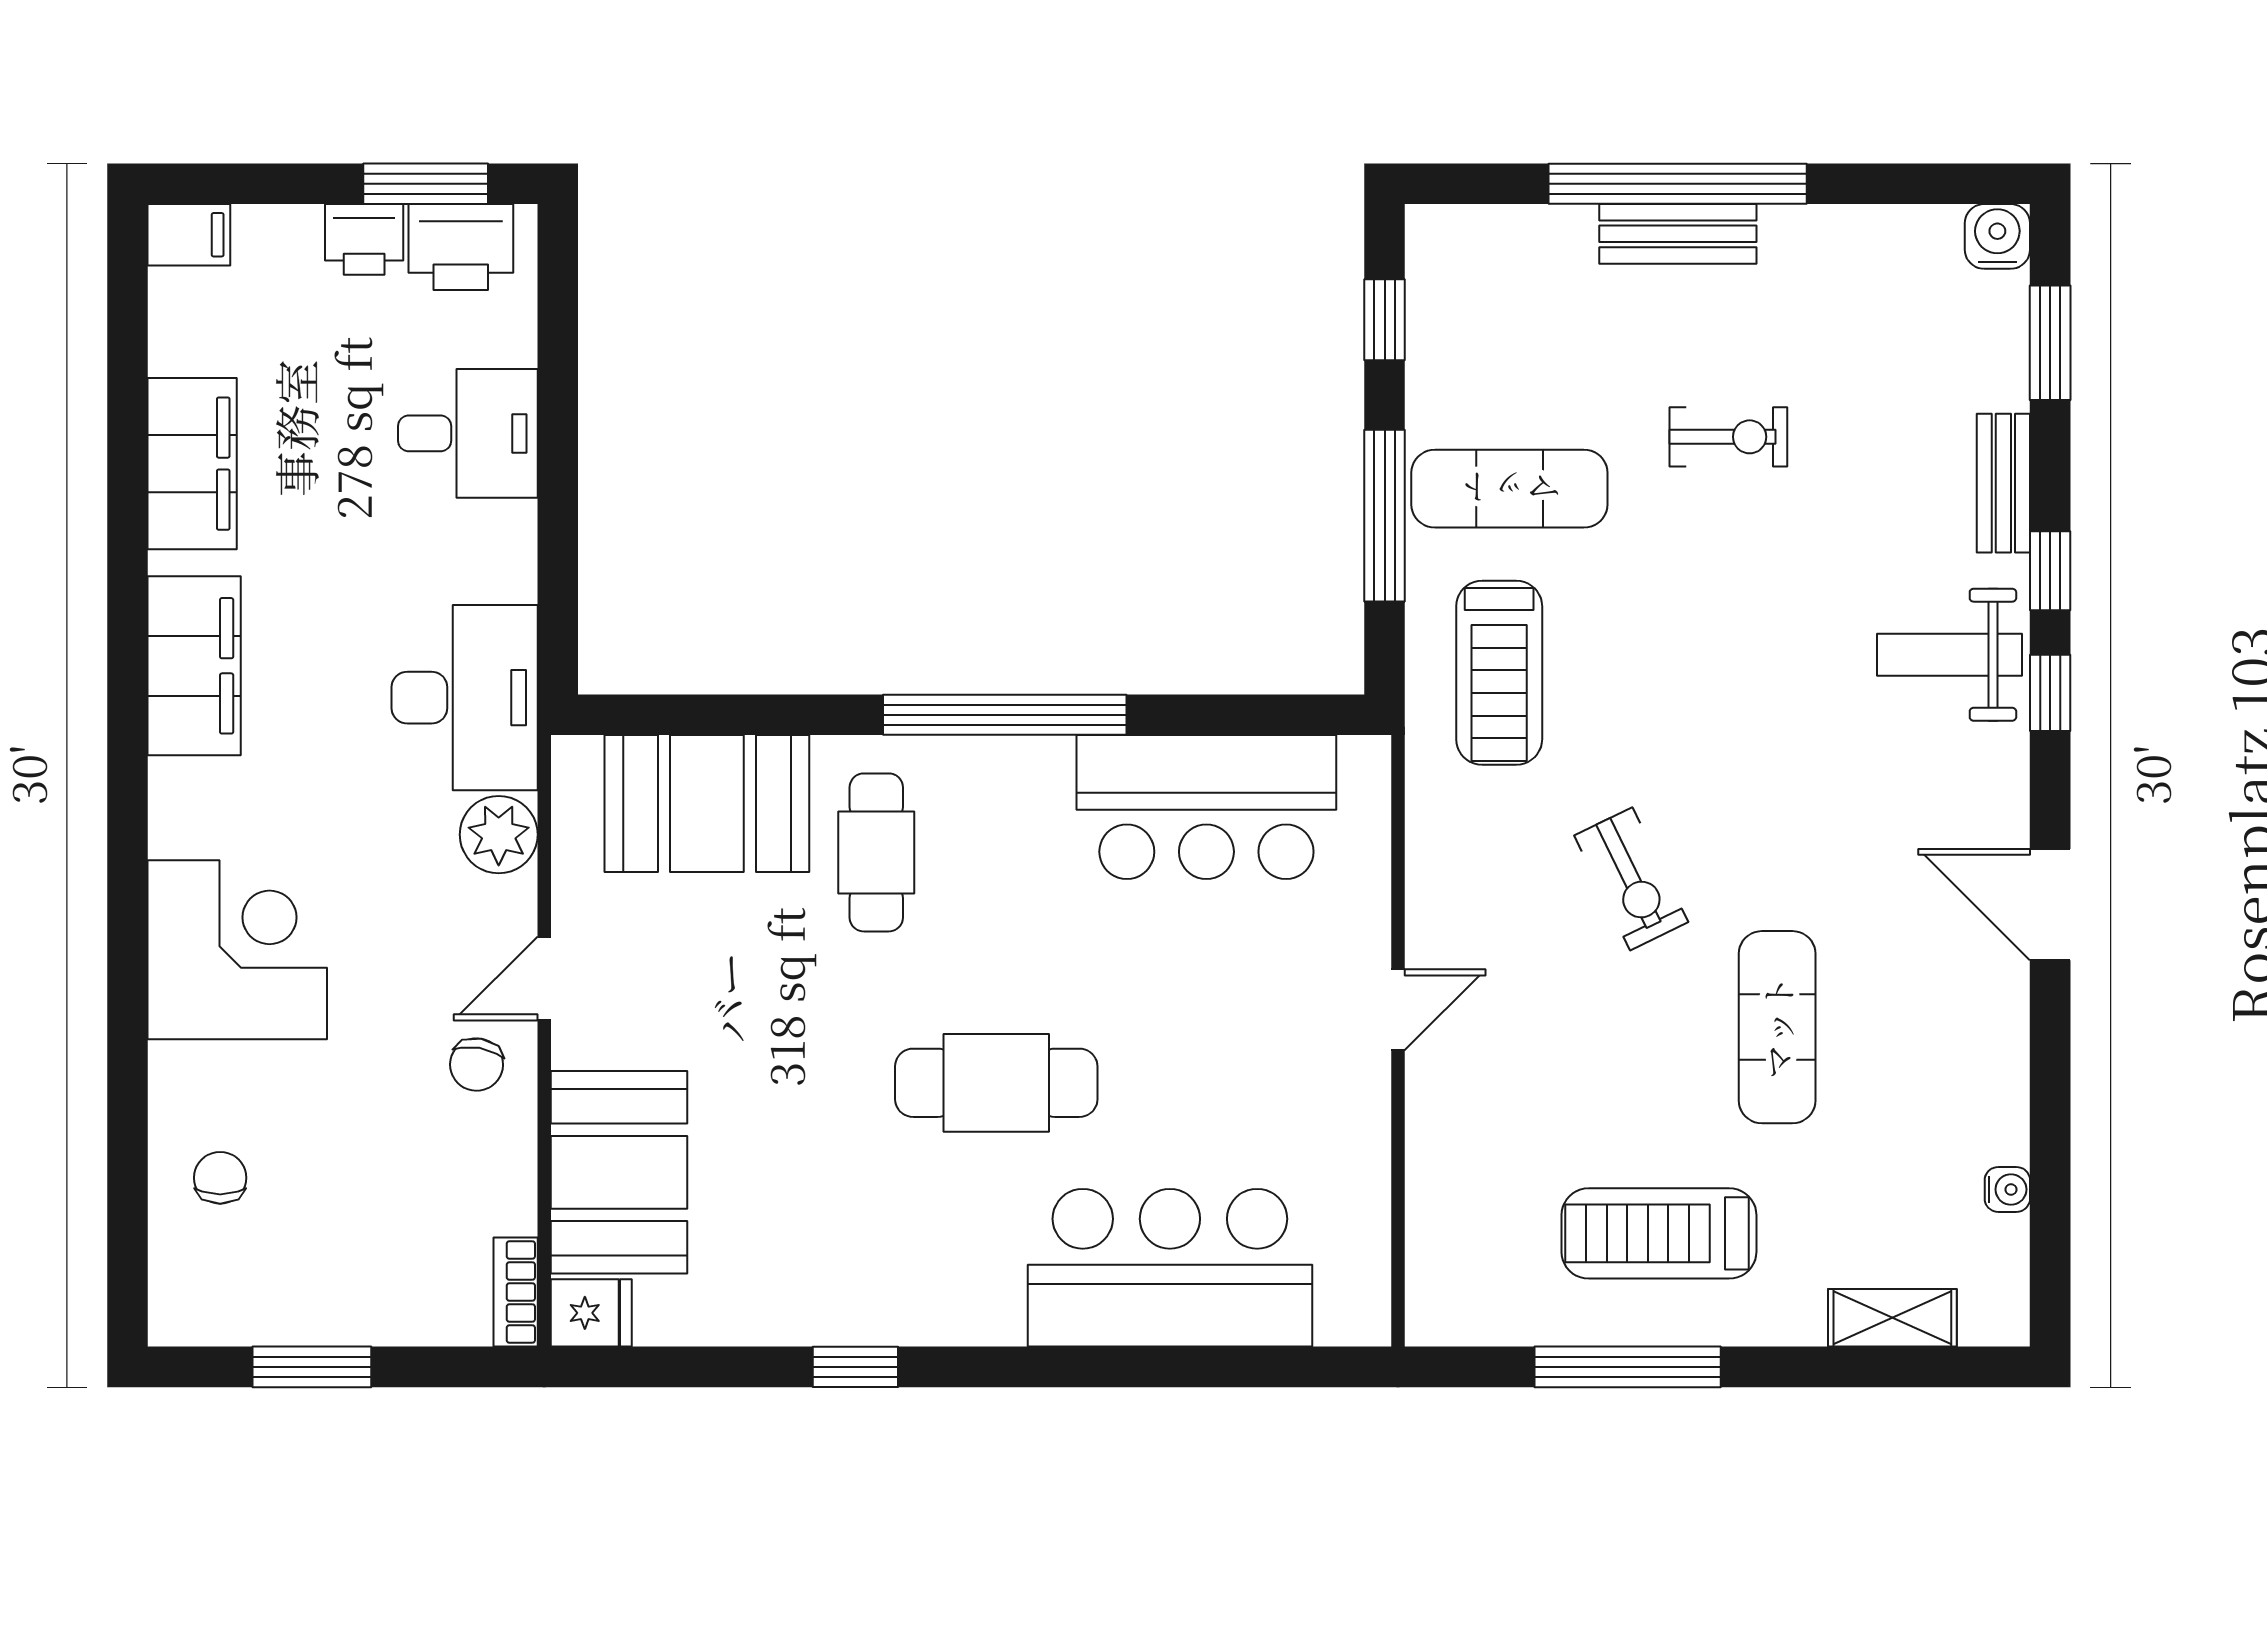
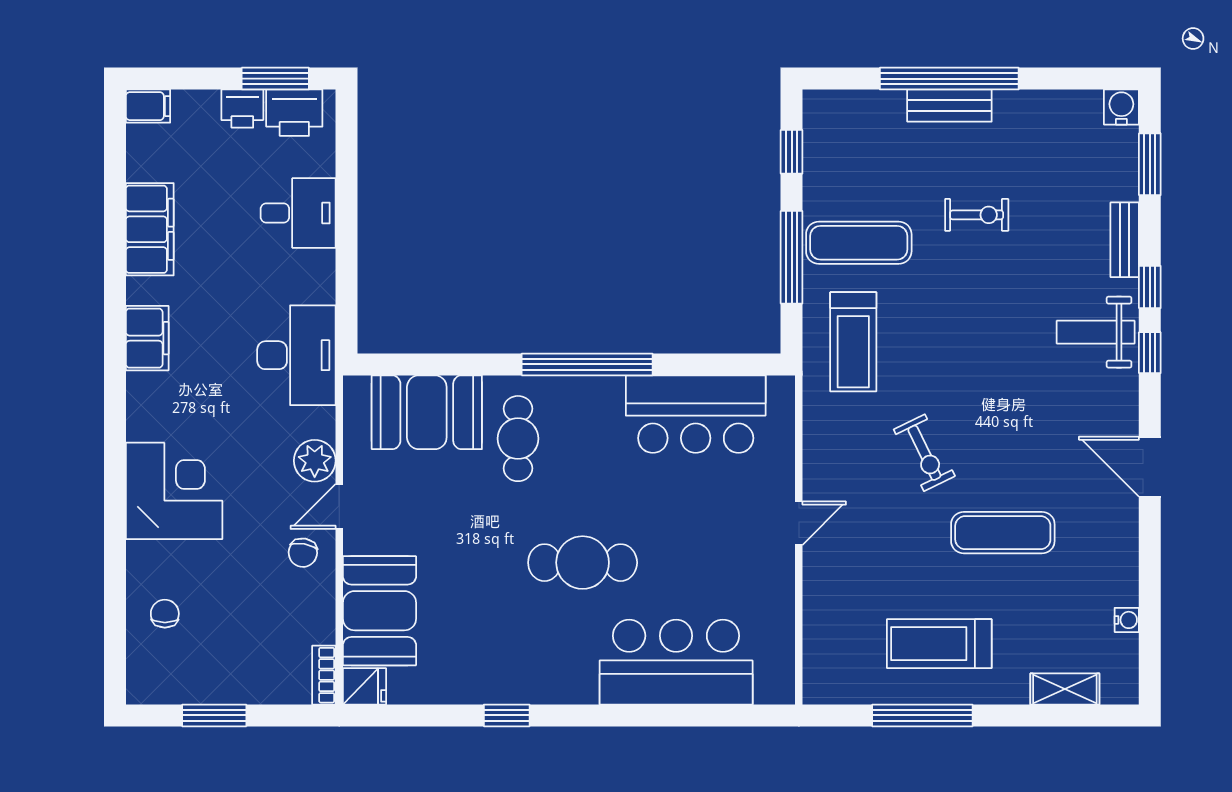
filing cabinet: (194, 666) -> (147, 338), width x0.67, depth x0.86
plant: (499, 835) -> (315, 461), moved
exercise mat: (1777, 1027) -> (1003, 533), turned 90

